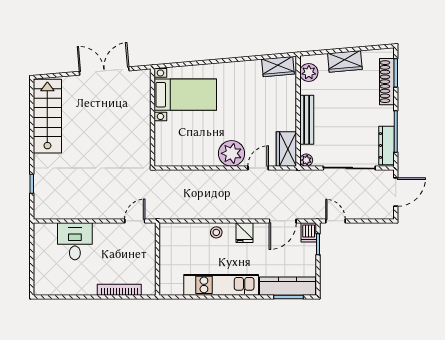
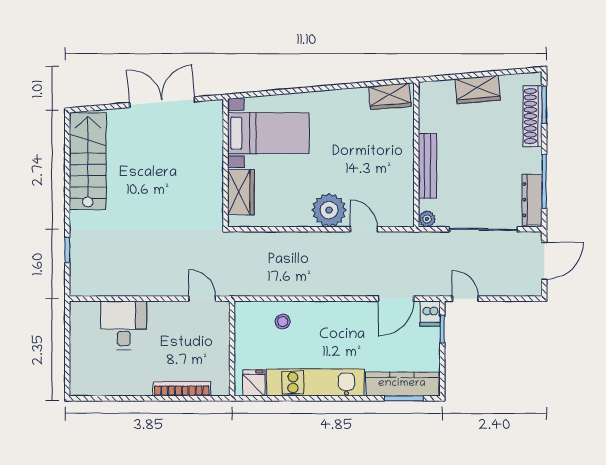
plant: (309, 72) -> (430, 104), removed
wardrobe: (286, 149) -> (241, 192), moved, turned 180
door: (258, 168) -> (364, 229), hinge flipped
door: (135, 221) -> (202, 299), hinge flipped
stool: (216, 232) -> (283, 322), moved
fridge: (244, 233) -> (254, 383), moved, turned 180

